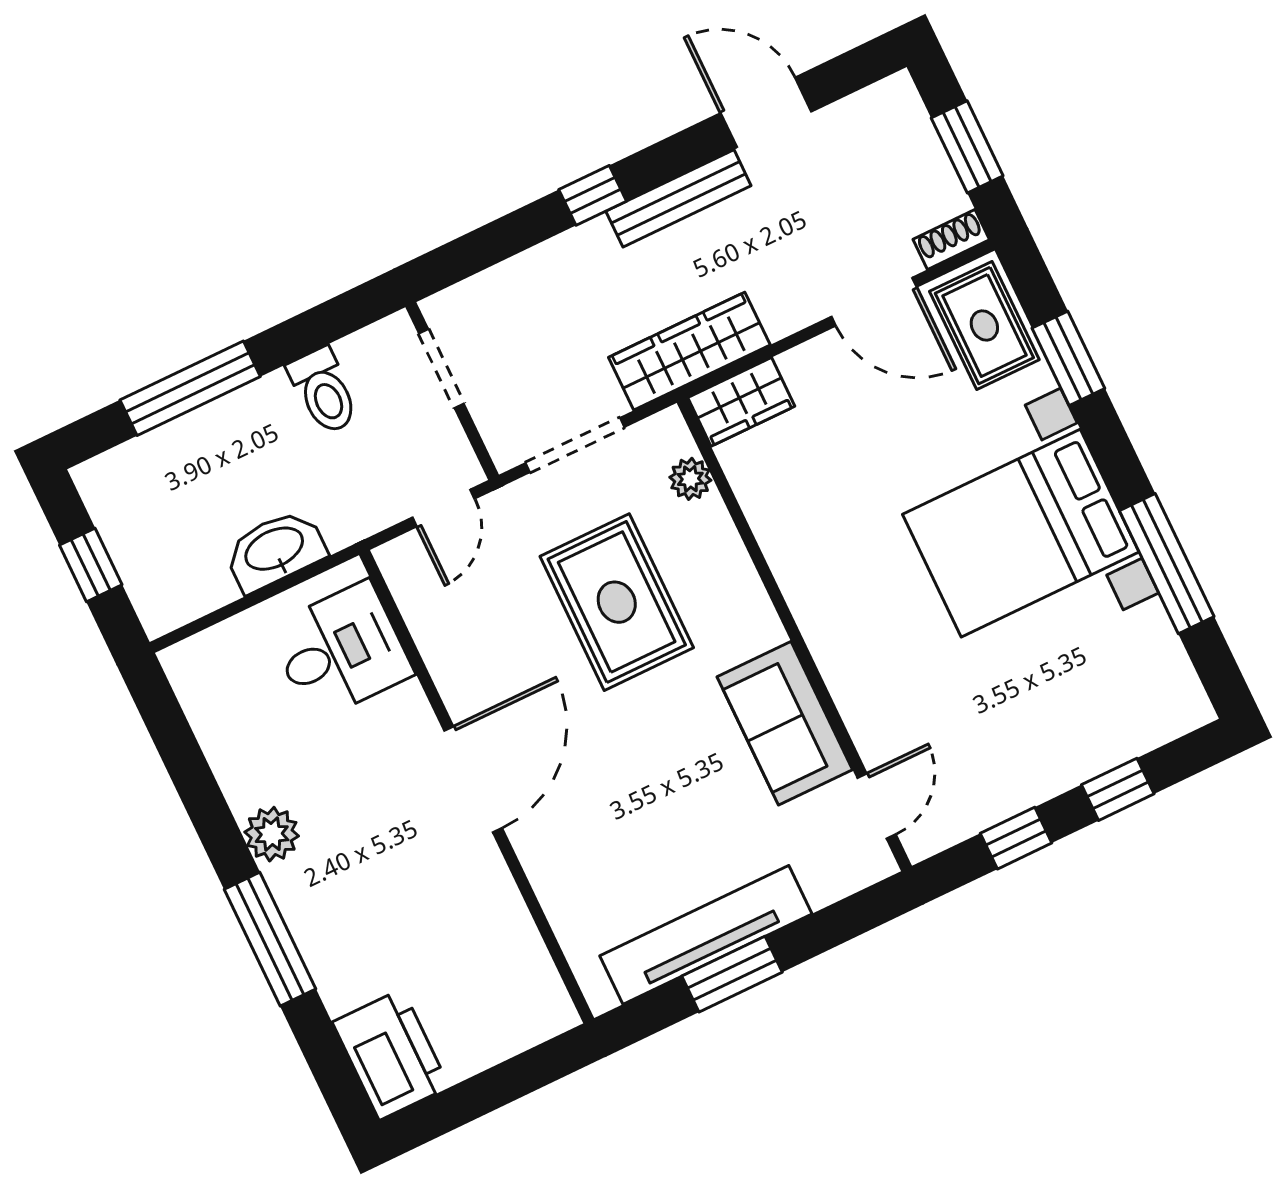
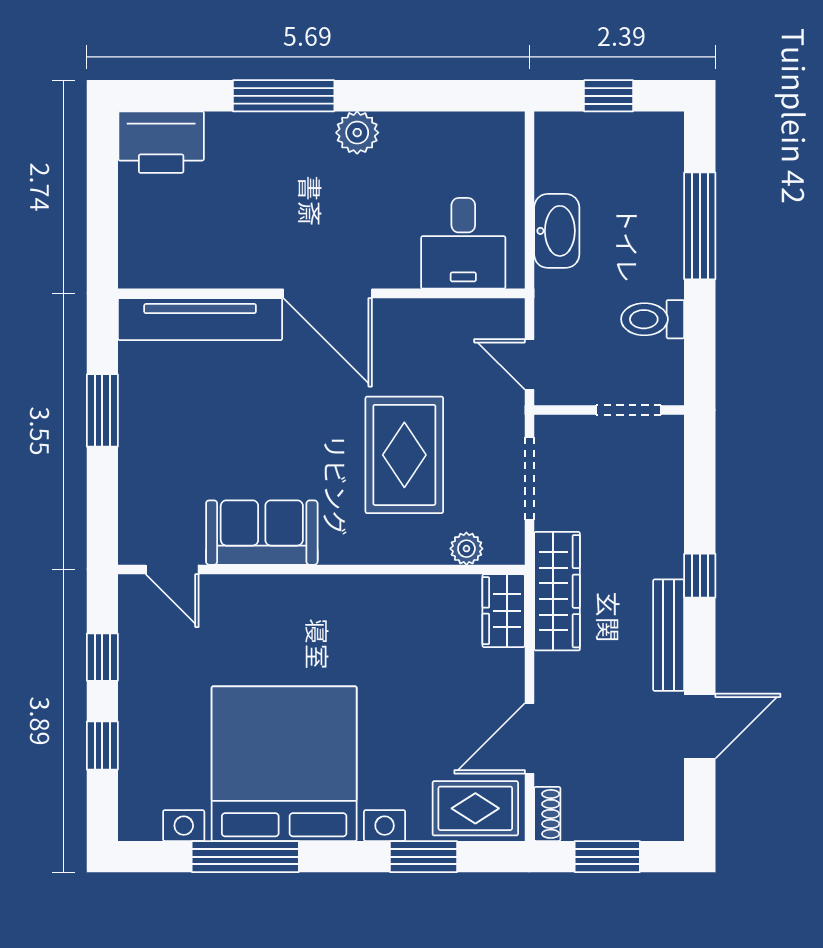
bed with nightstands: (1021, 533) -> (284, 764), width x1.36
rug: (617, 602) -> (404, 455), turned 90
tv unit: (706, 935) -> (200, 319), moved, turned 90

